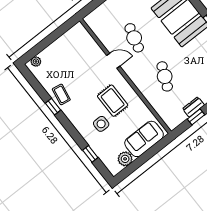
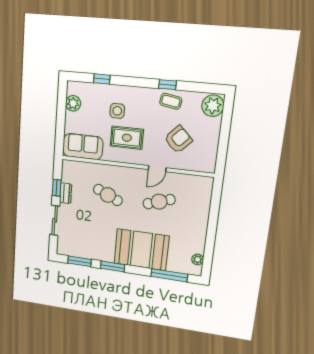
cafe table: (134, 38) -> (159, 202), turned -33
plant: (36, 61) -> (213, 106), width x1.87, depth x1.87
armchair: (81, 66) -> (178, 139), added
sofa: (144, 139) -> (83, 147), moved, turned -90

